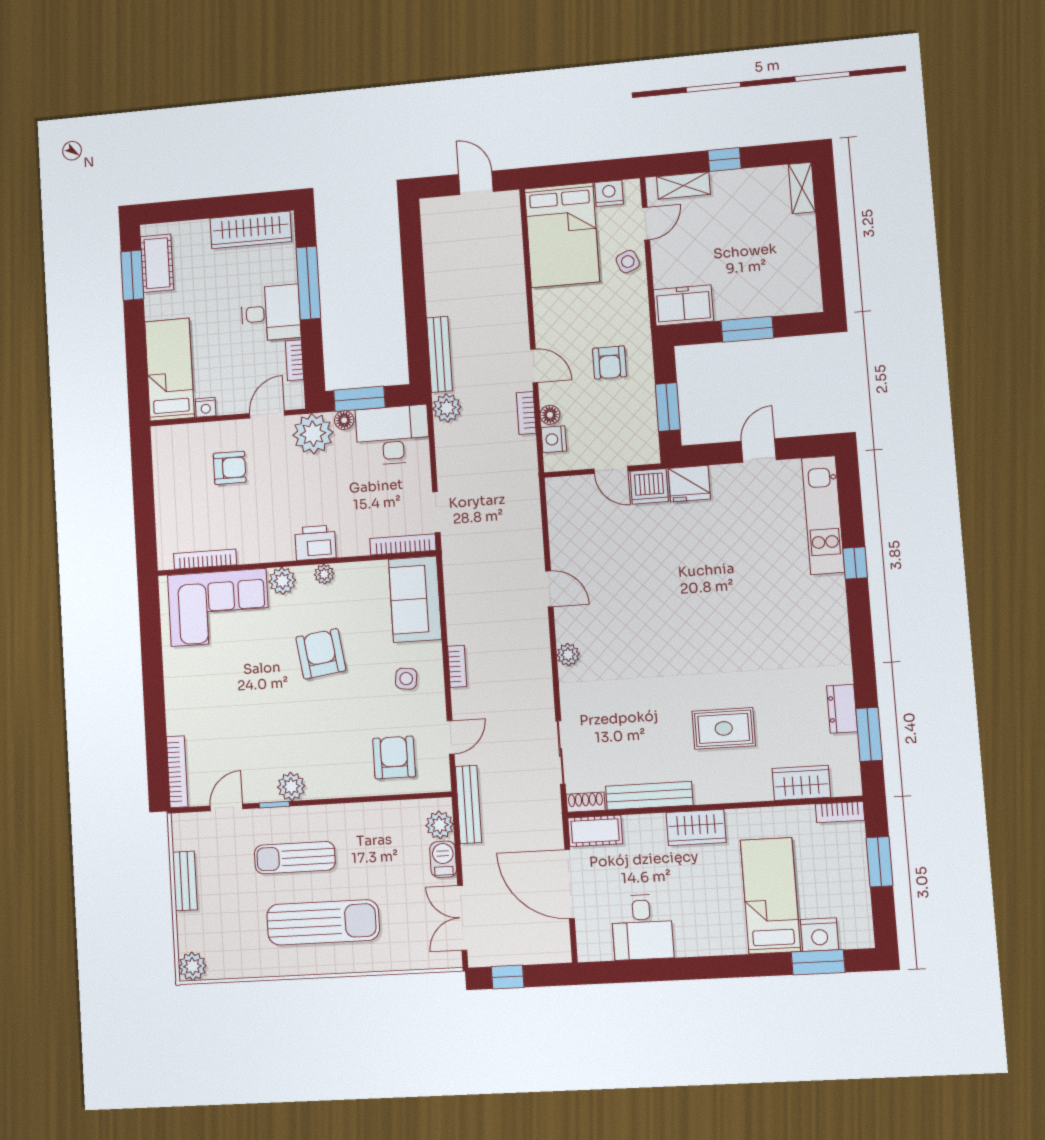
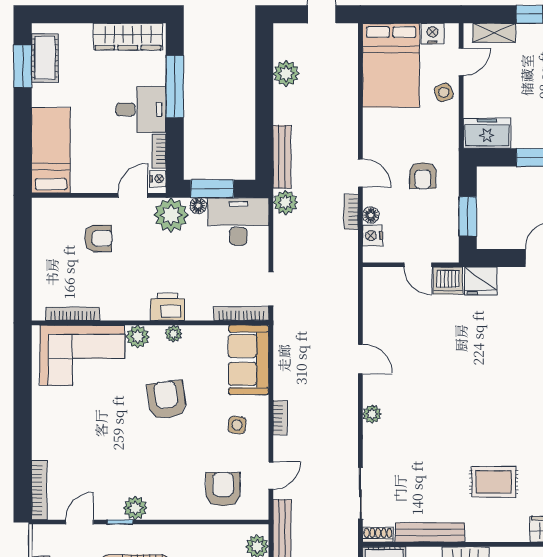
plant: (438, 256) -> (286, 73), added
nightstand: (206, 407) -> (158, 179), moved, turned -90

